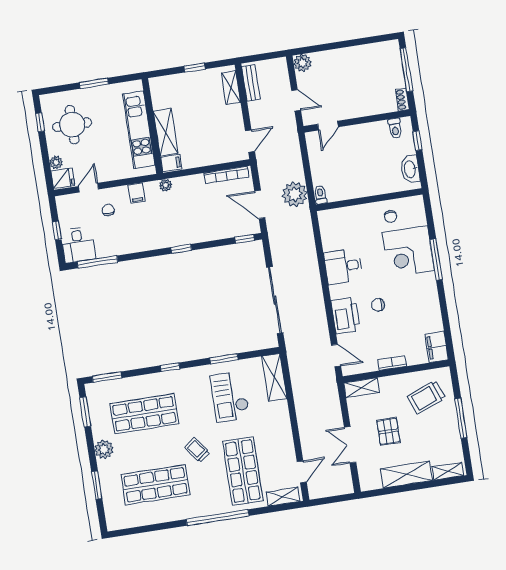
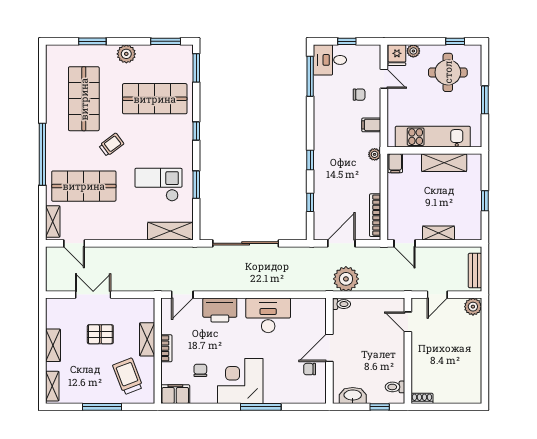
window: (406, 70) -> (450, 407), removed
bench: (251, 83) -> (475, 270), moved, turned 90
shelving: (231, 88) -> (439, 233), moved
shelving: (166, 132) -> (444, 163), moved
door: (366, 200) -> (329, 348), added
window: (245, 239) -> (310, 202), moved
corner desk: (408, 251) -> (240, 381), moved
desk: (343, 266) -> (268, 315), width x1.37
chair: (378, 305) -> (200, 370), moved
shelving: (362, 388) -> (147, 339), moved
shop shelf: (144, 414) -> (155, 99), turned 90
shelving: (407, 475) -> (53, 345), width x0.67, depth x0.75

